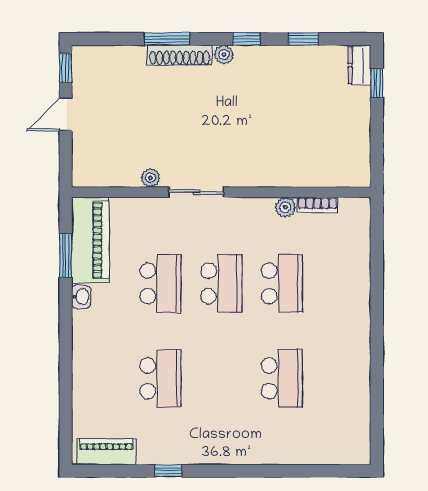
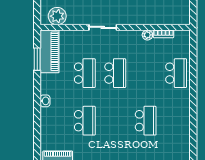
plant: (150, 178) -> (57, 16), moved, width x1.88, depth x1.88
school desk: (282, 283) -> (176, 73), moved
washbasin: (81, 297) -> (45, 101), moved

